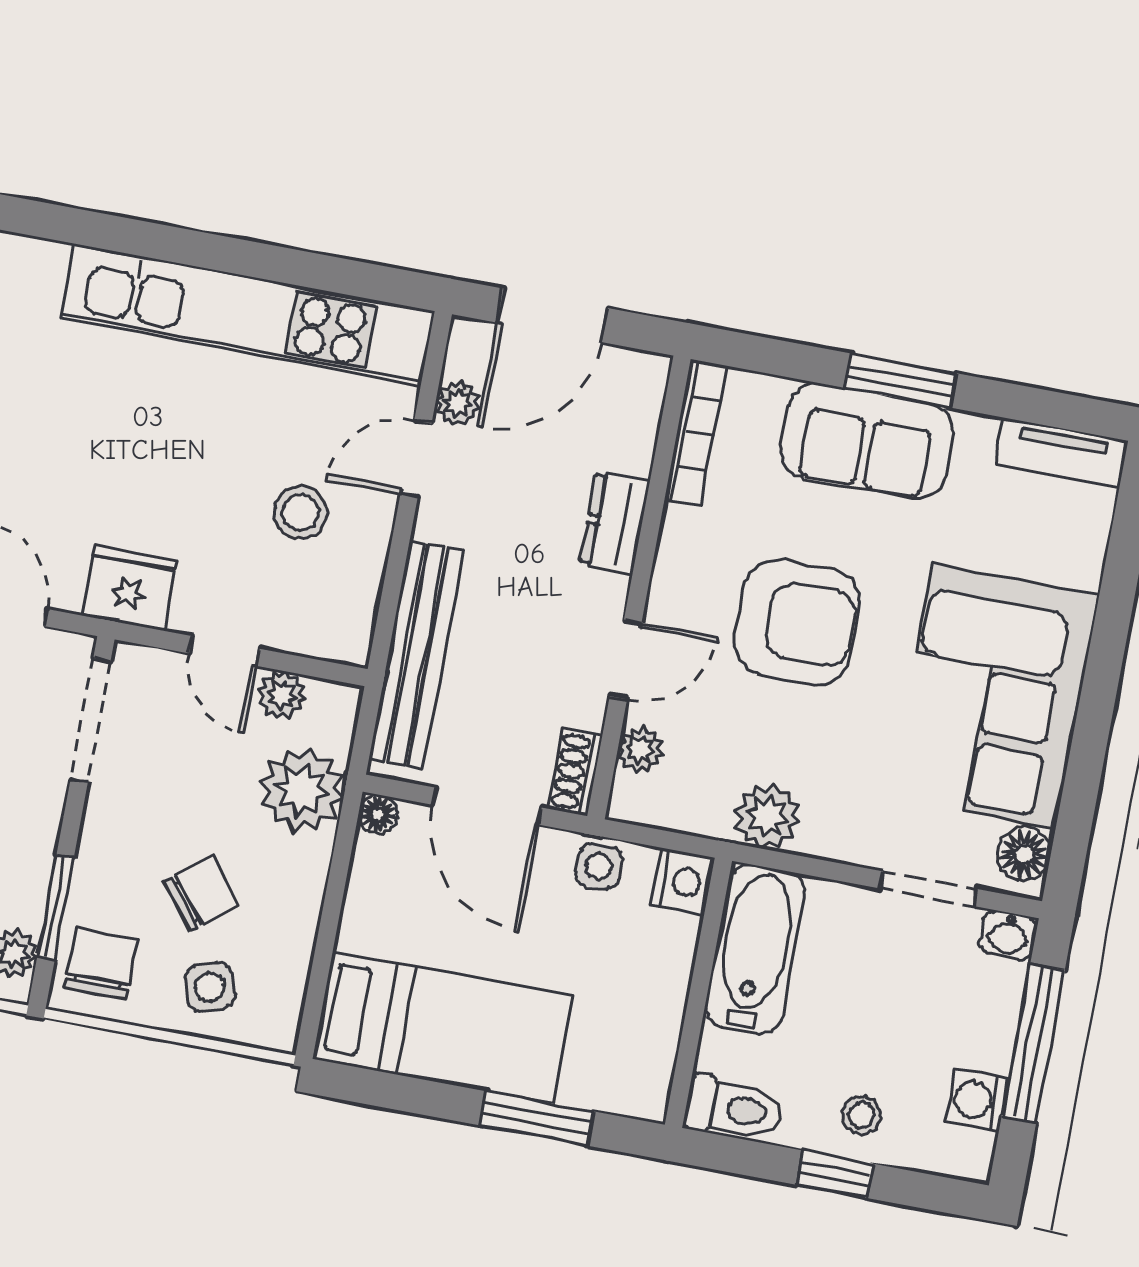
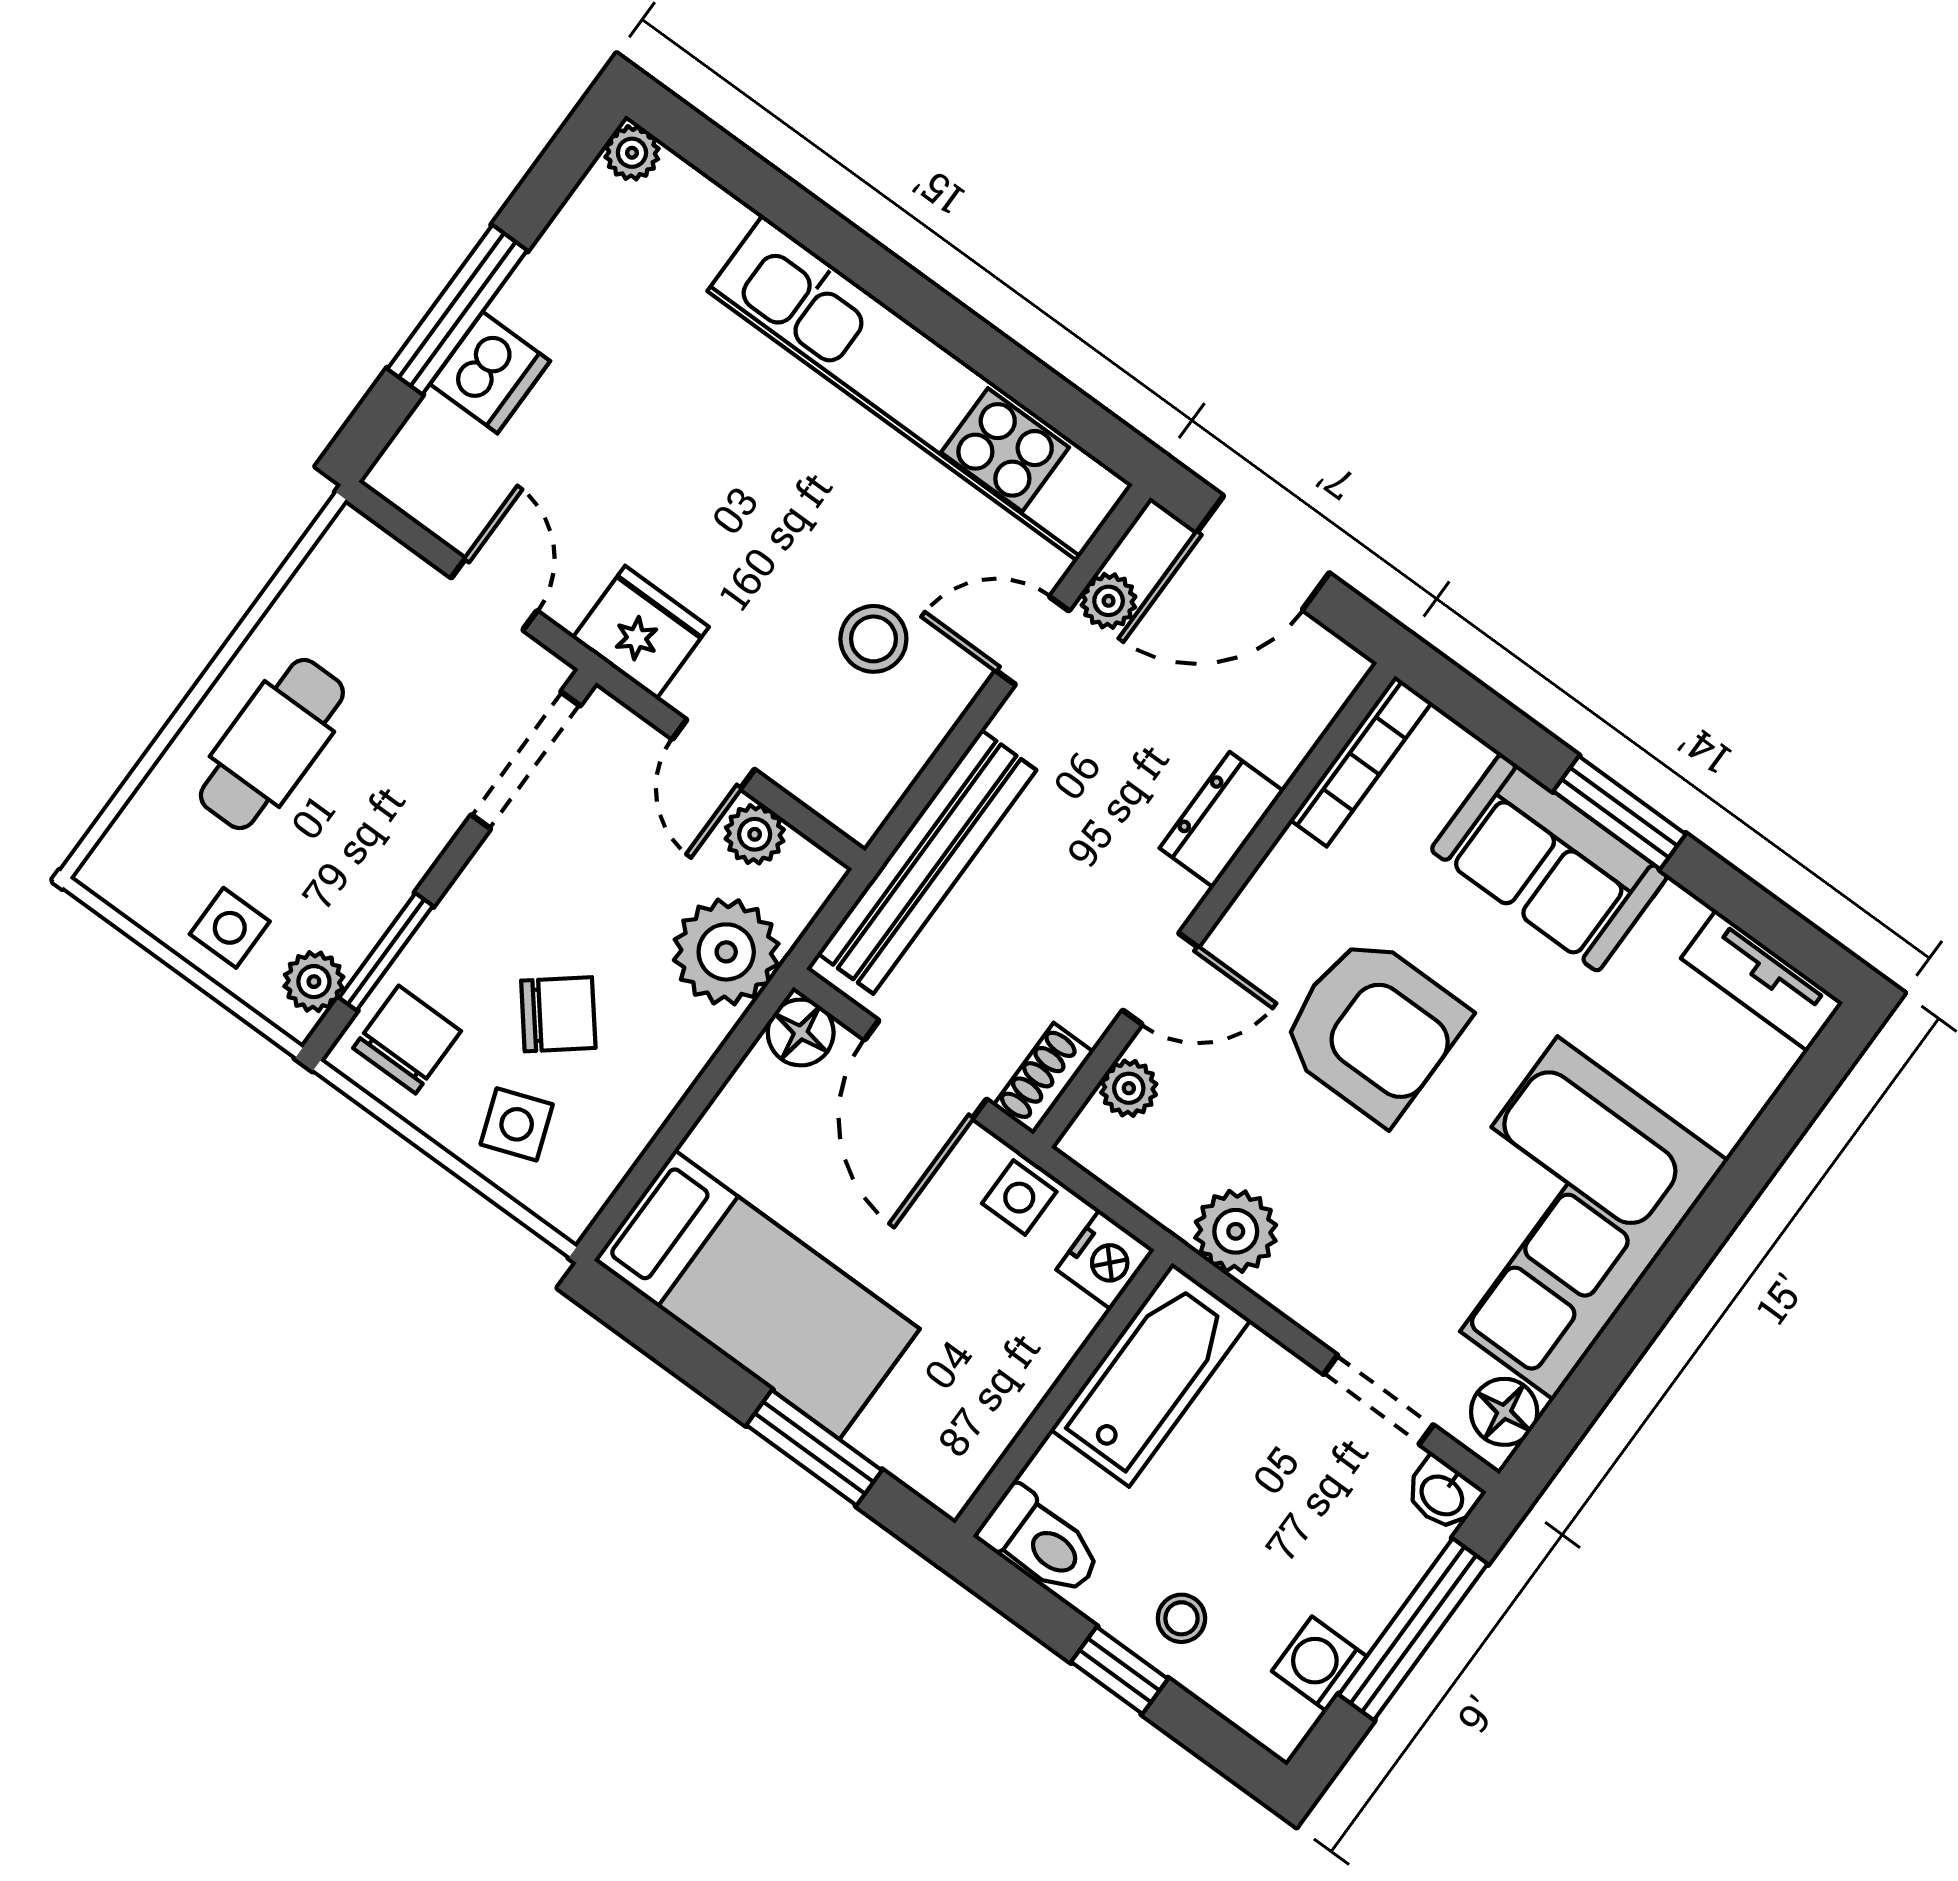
floor lamp: (378, 814) -> (801, 1032), width x1.37, depth x1.37

